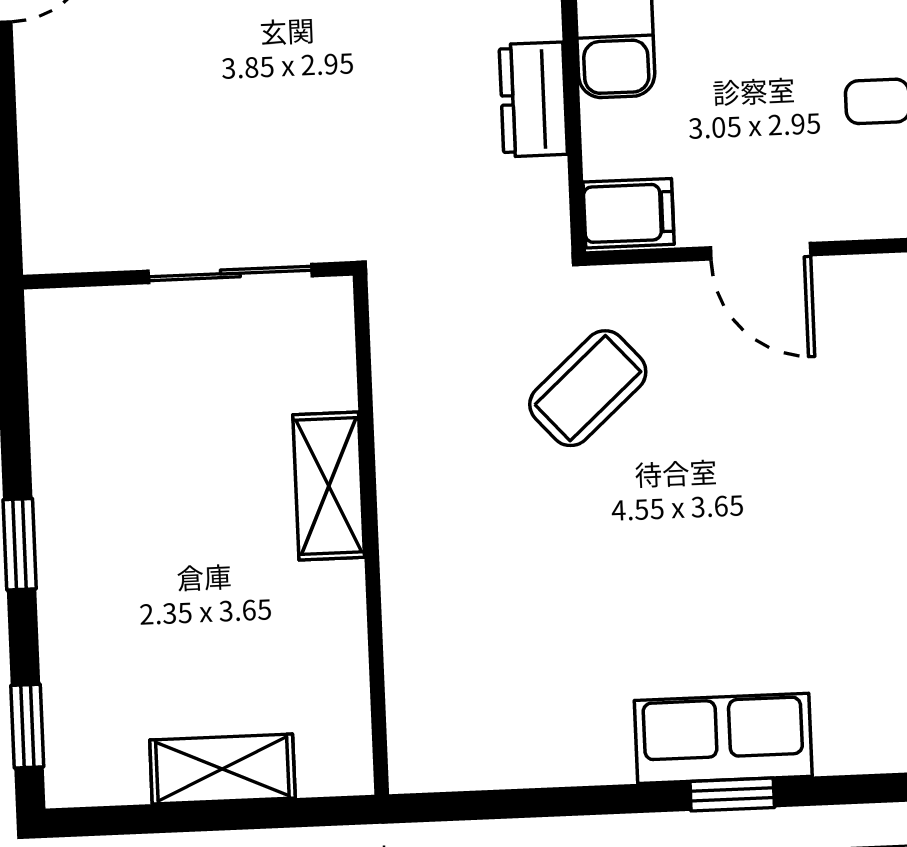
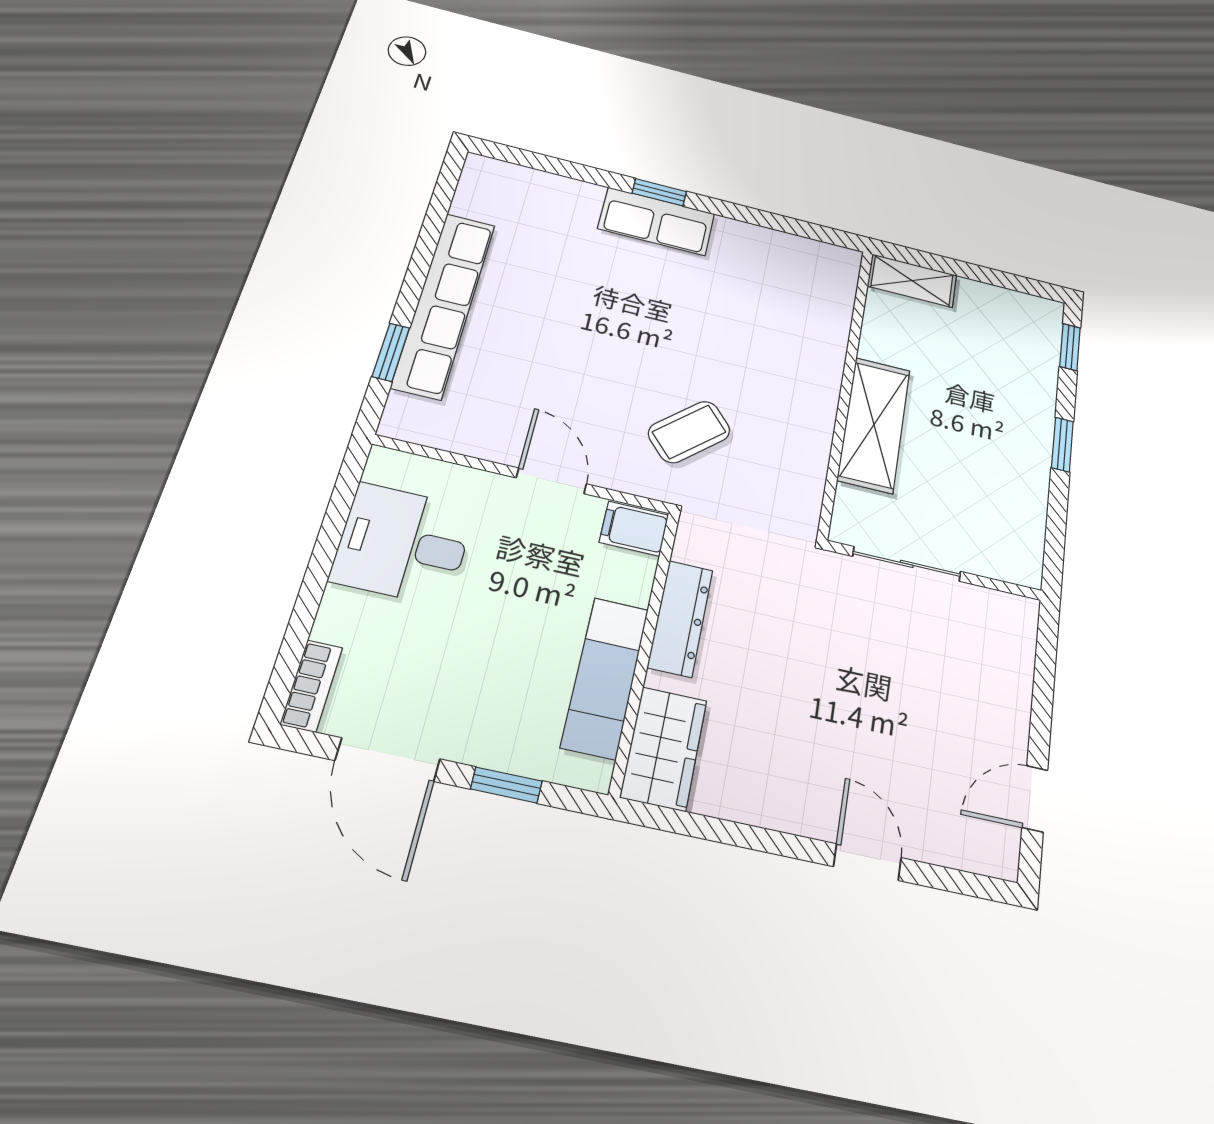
dresser: (533, 99) -> (680, 618), width x1.44
shelving: (329, 486) -> (874, 425), width x1.50, depth x1.33
shelving: (222, 769) -> (912, 281), moved

